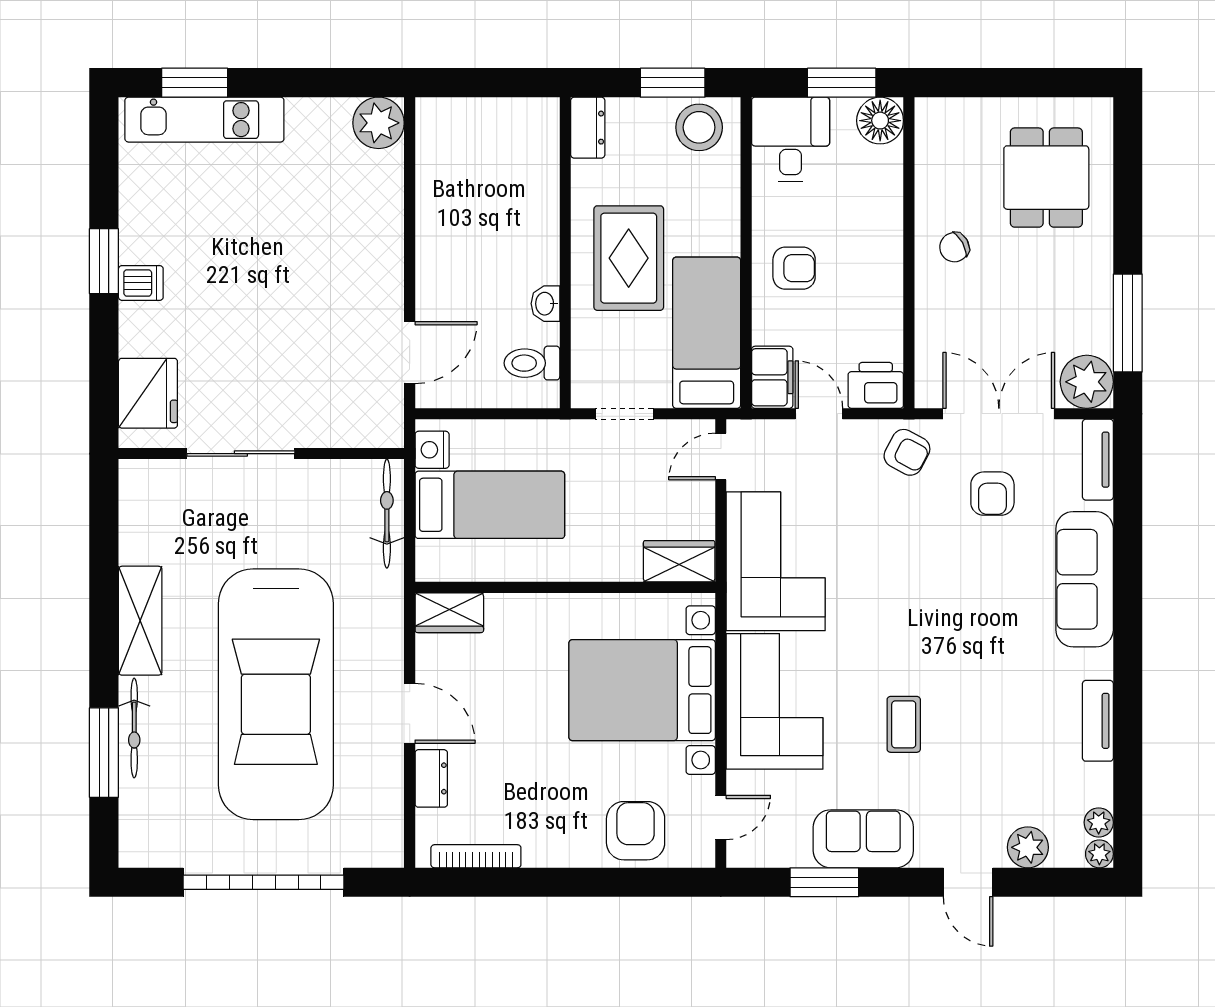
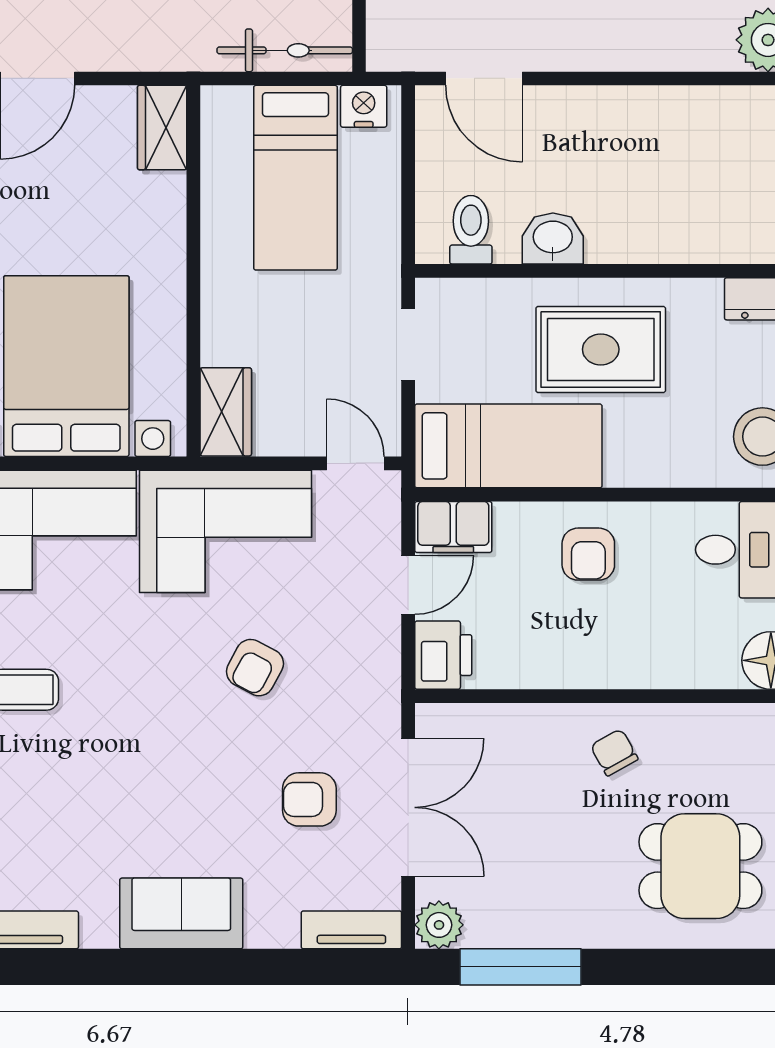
washbasin: (545, 304) -> (553, 239), width x1.38, depth x1.45
plant: (1087, 382) -> (439, 925), width x0.73, depth x0.73
armchair: (907, 452) -> (255, 668), moved
sofa: (1085, 579) -> (181, 913), width x0.73

